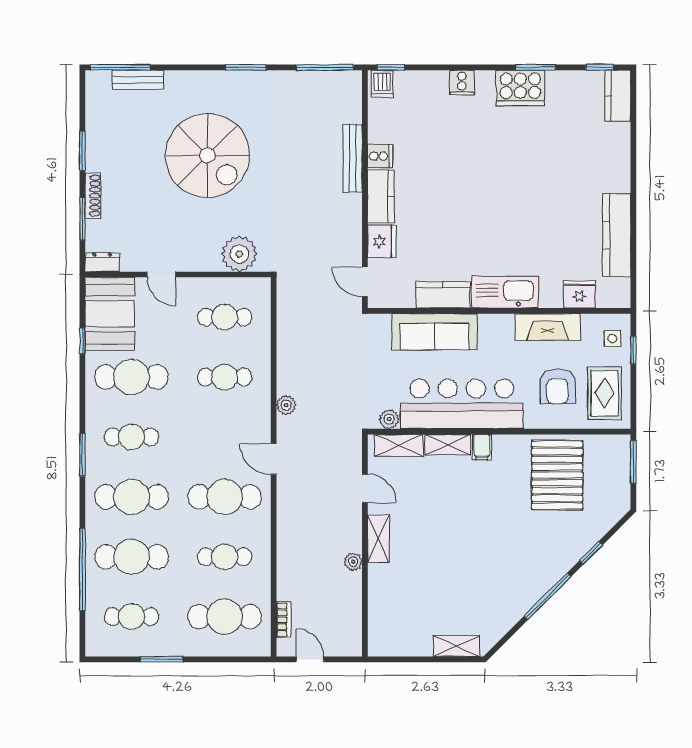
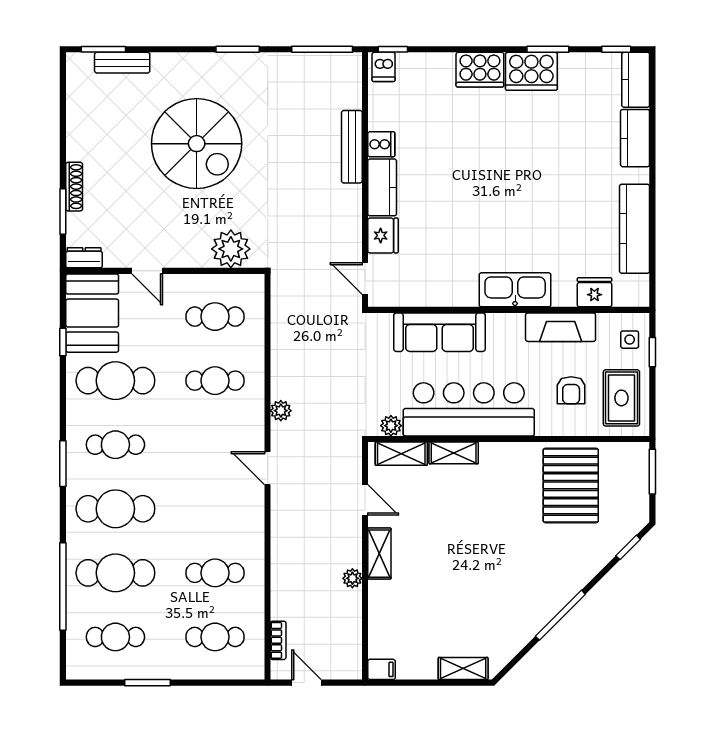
window: (120, 67) -> (103, 49), width x0.69
cooker: (462, 82) -> (480, 70), width x1.87, depth x1.31
window: (82, 151) -> (63, 139), removed
kitchen counter: (443, 295) -> (635, 138), moved, turned -90
armchair: (557, 386) -> (571, 390), width x0.72, depth x0.72
filing cabinet: (482, 447) -> (382, 669), moved, turned -90
cafe table: (225, 497) -> (215, 509), removed
window: (591, 553) -> (628, 547), moved
cafe table: (225, 617) -> (215, 637), width x0.73, depth x0.74

